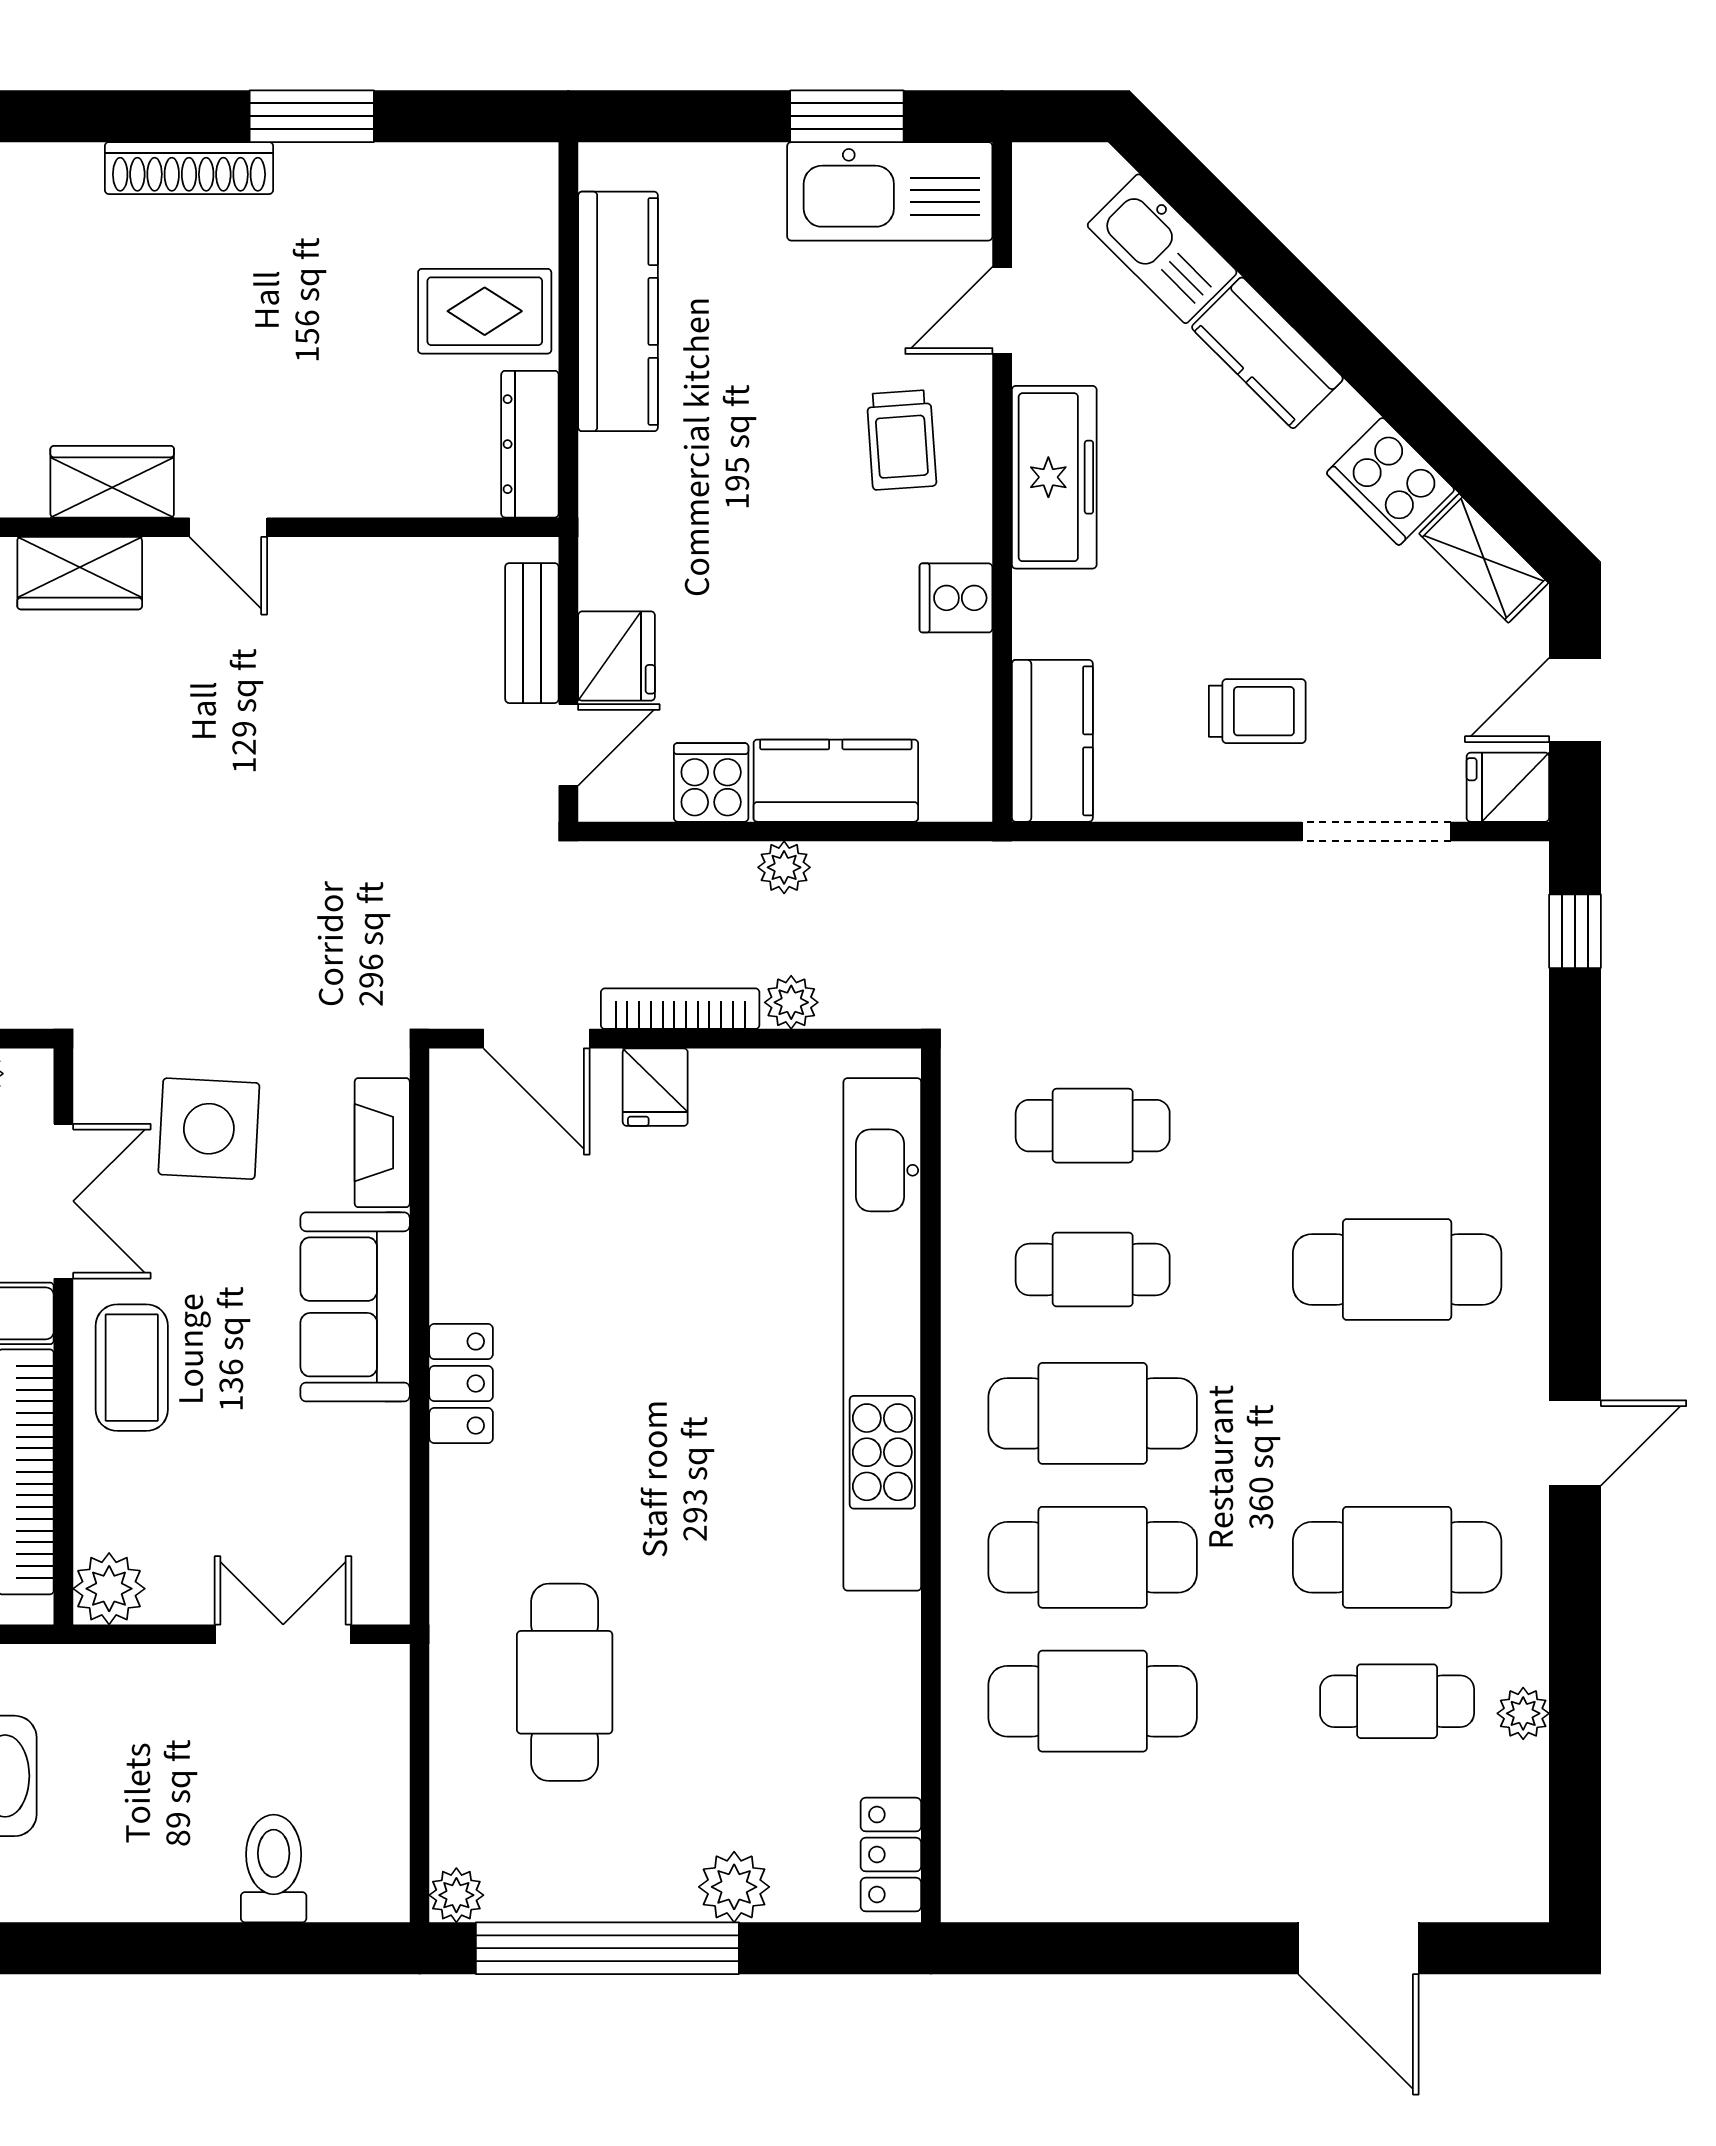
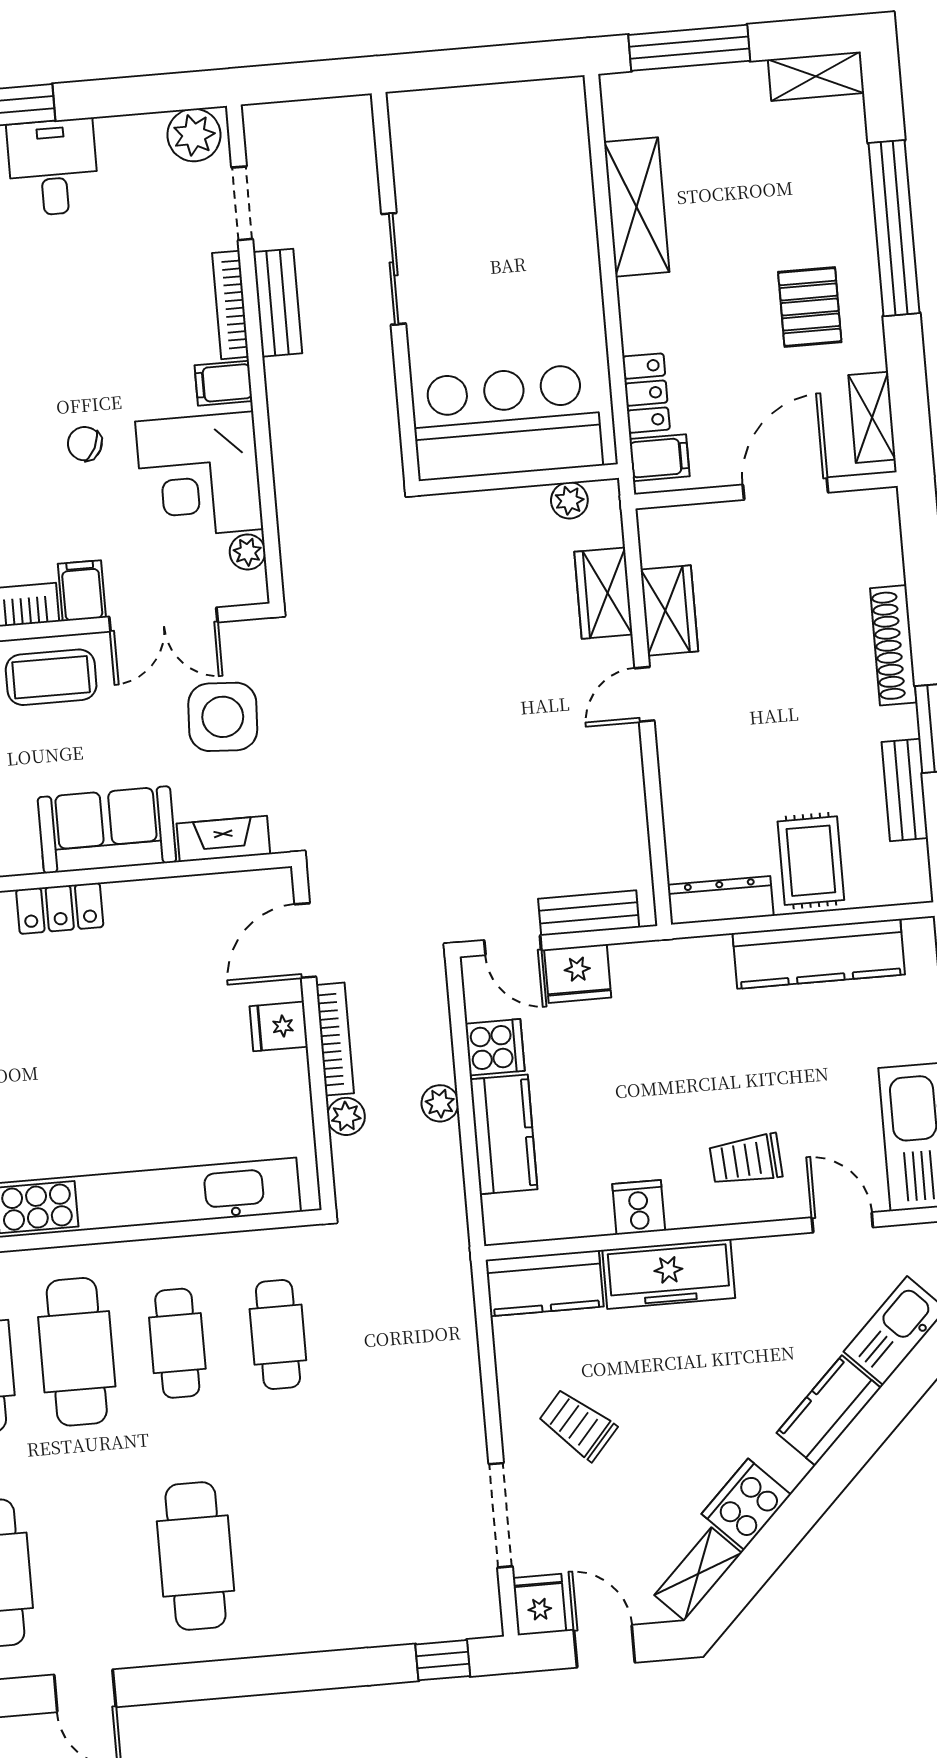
bench: (396, 169) -> (905, 790), added
freezer: (1054, 477) -> (669, 1274), moved
trolley: (1257, 711) -> (578, 1425), turned 131

